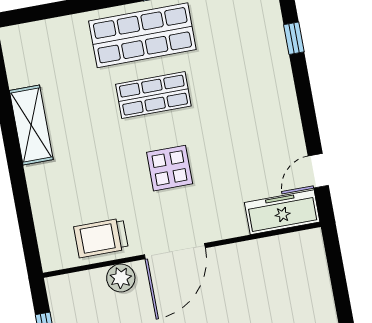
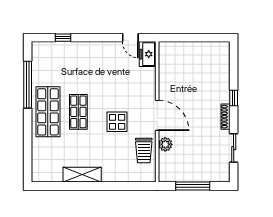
display table: (170, 168) -> (117, 122), moved
freezer: (282, 212) -> (148, 54), width x0.71

